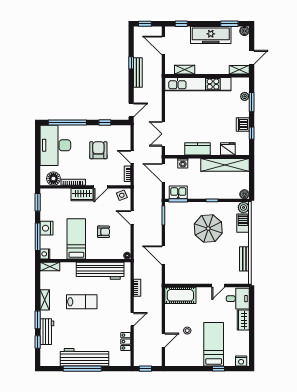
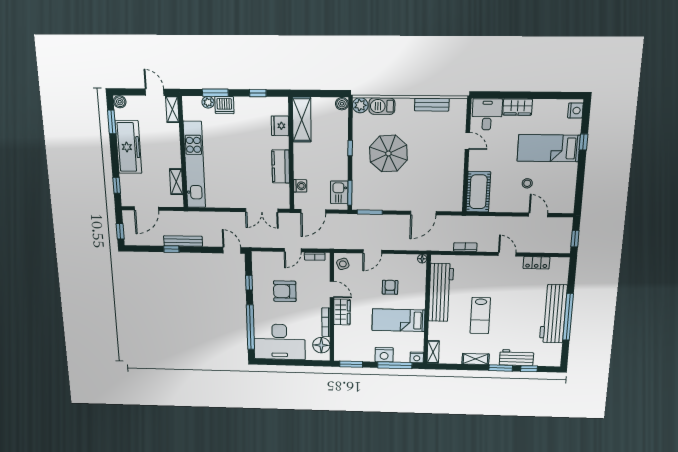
dishwasher: (243, 125) -> (224, 105), moved
shelving: (225, 165) -> (302, 120), width x0.68
lab bench: (82, 302) -> (480, 316), turned 180

